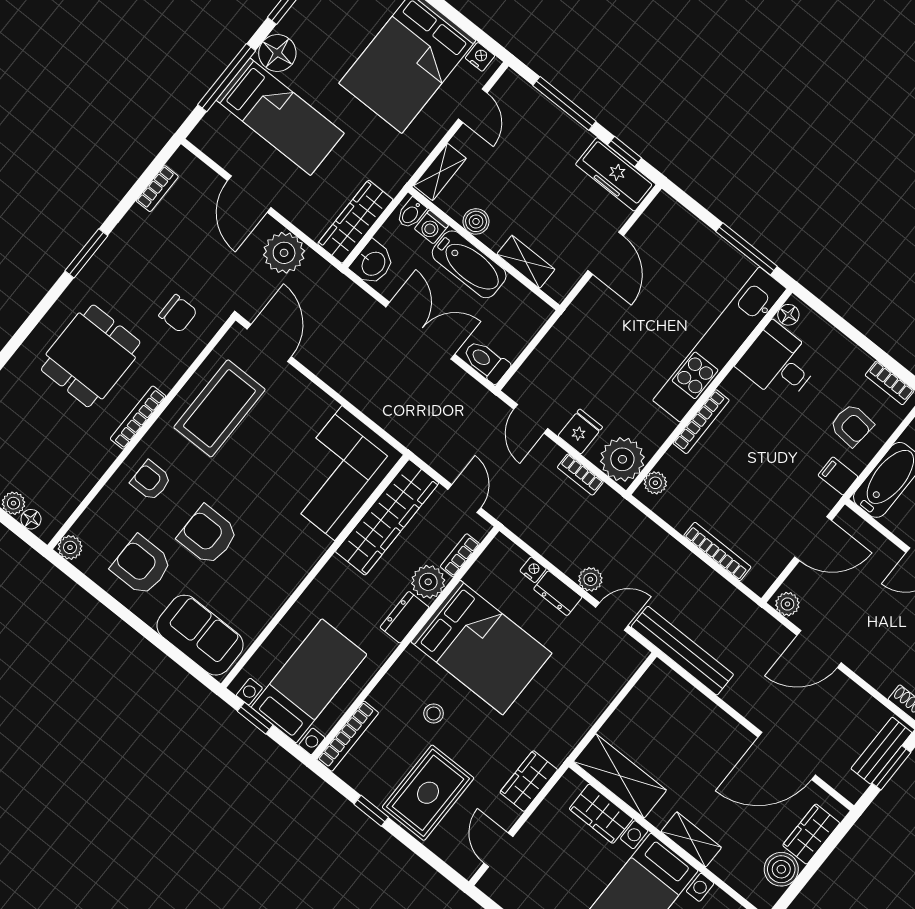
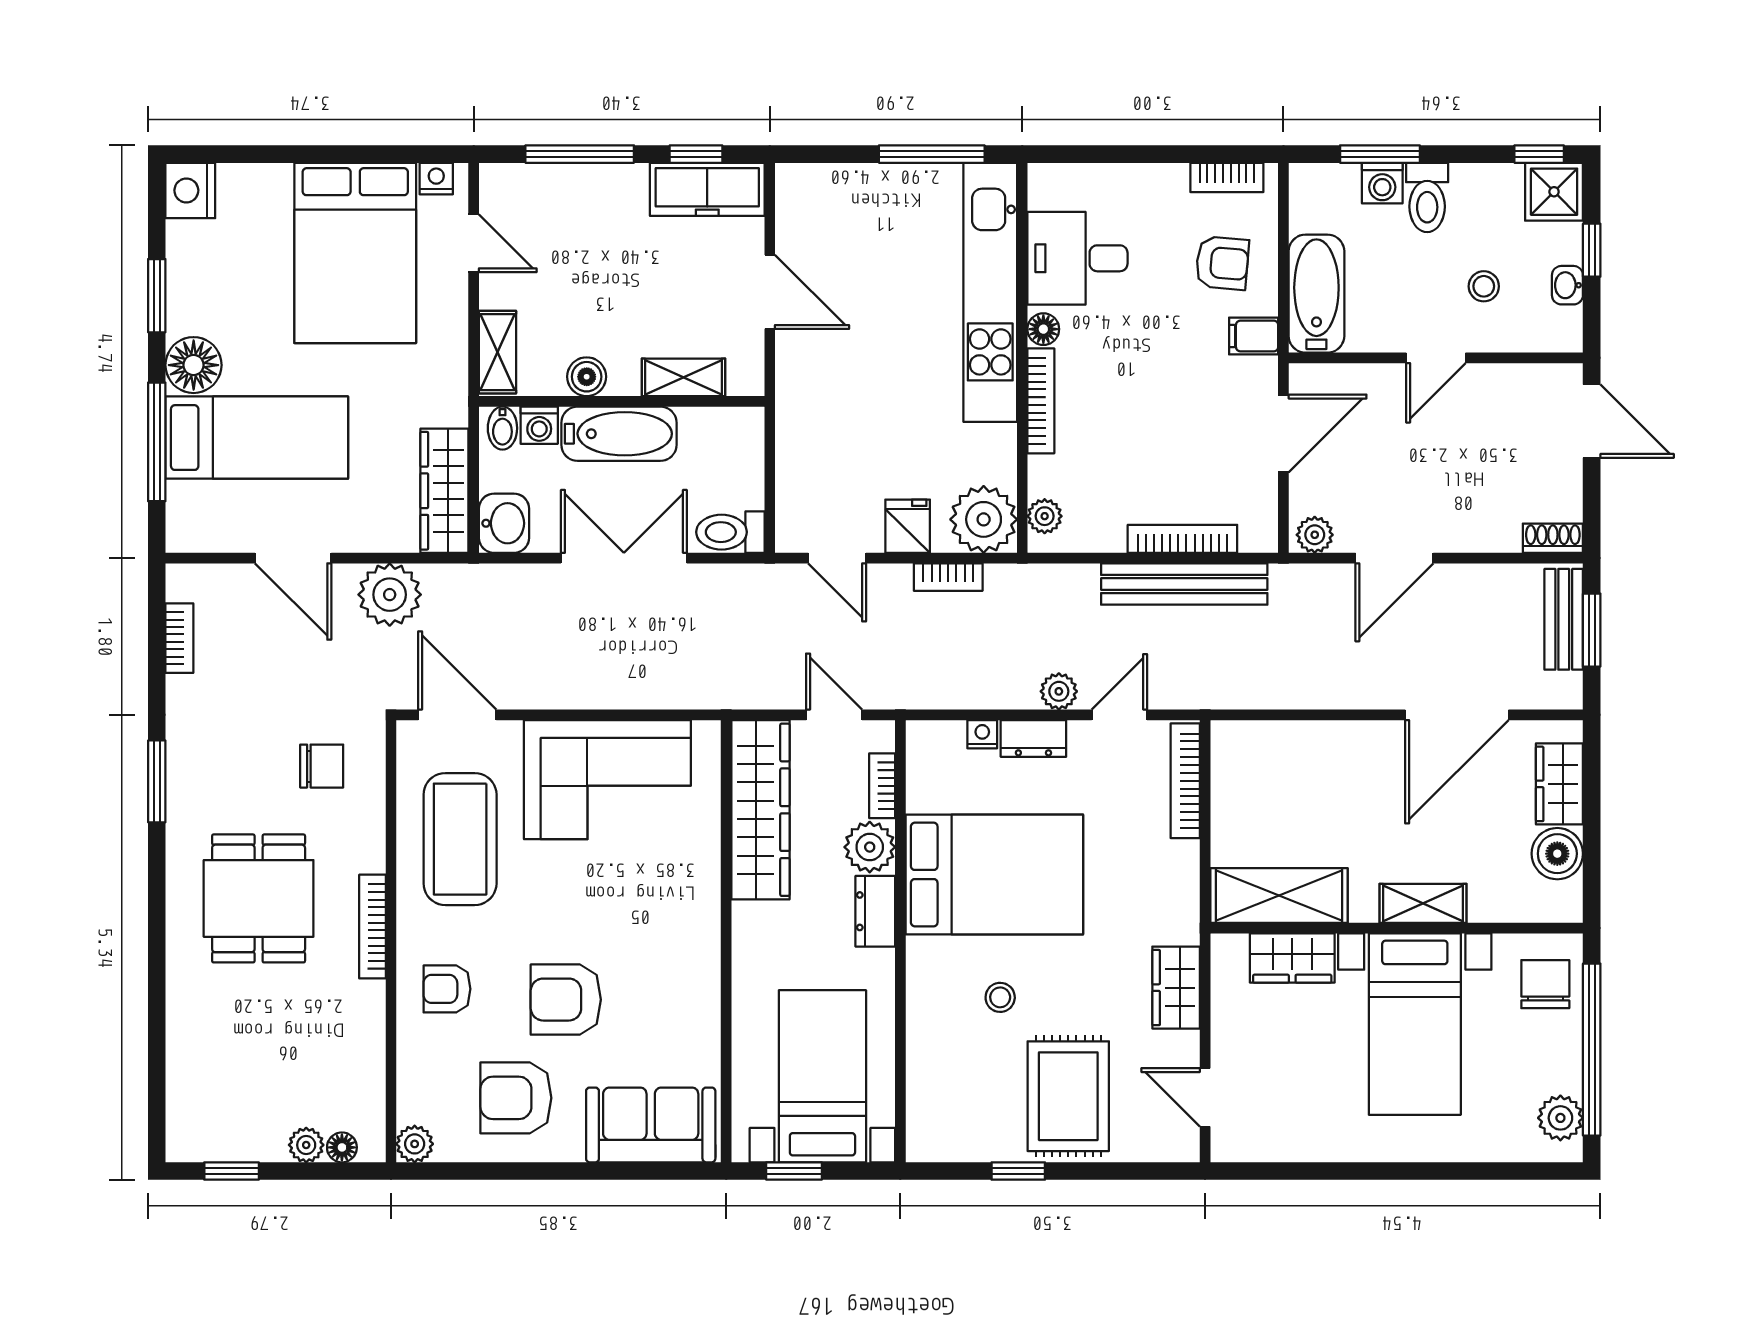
floor lamp: (788, 315) -> (1043, 329), moved
corner sofa: (338, 473) -> (607, 780), moved, turned -90
bench: (682, 651) -> (1184, 584), moved
bookcase: (348, 736) -> (1185, 781), moved, turned 180

